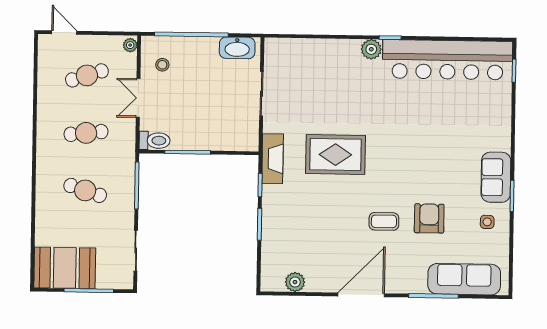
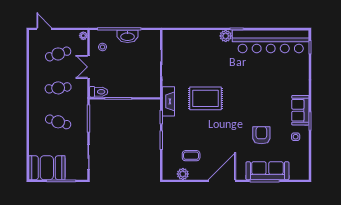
washbasin: (237, 48) -> (128, 36), moved
coffee table: (384, 221) -> (191, 156), moved
sofa: (464, 279) -> (267, 171), moved

